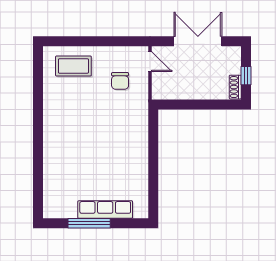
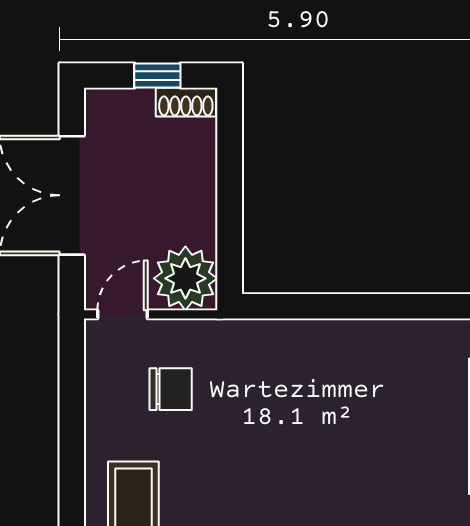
plant: (165, 87) -> (185, 278), added

